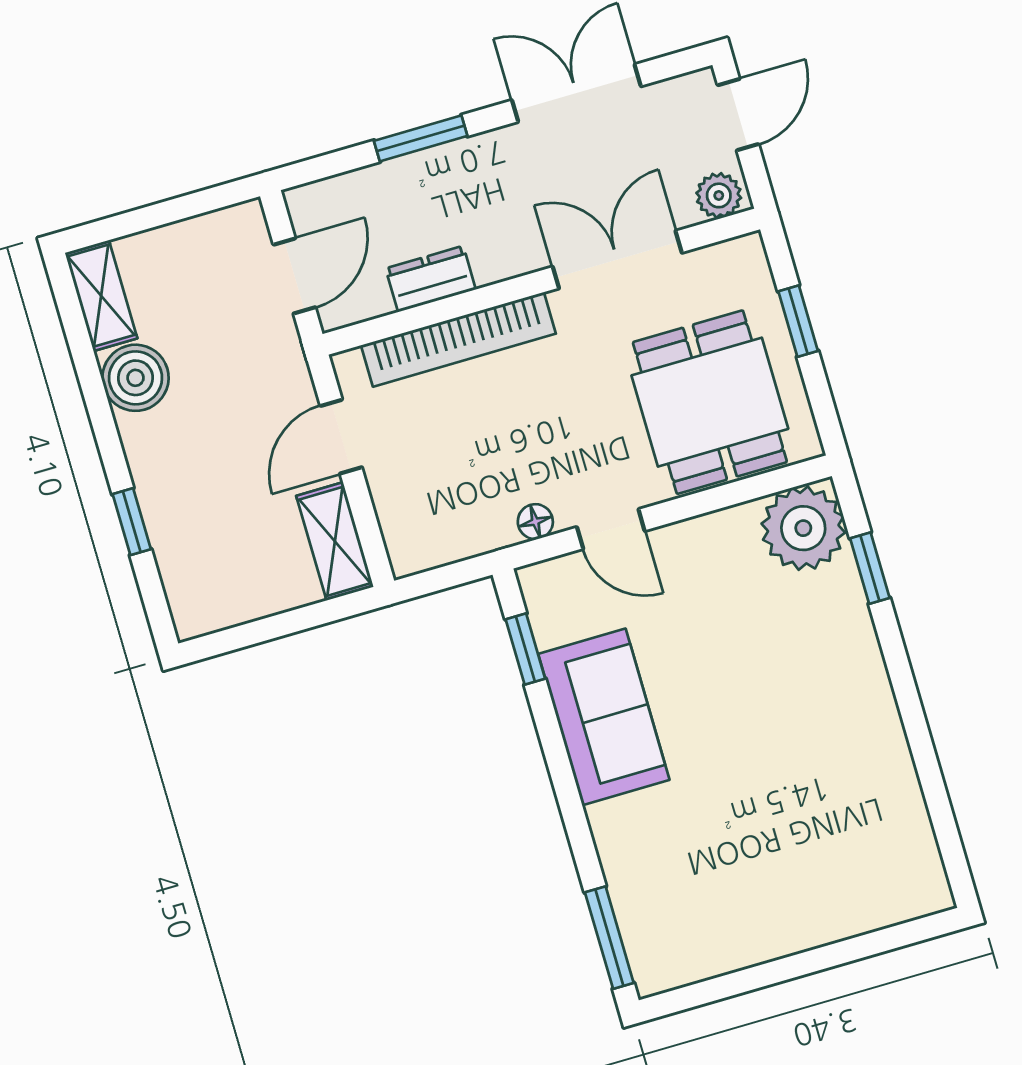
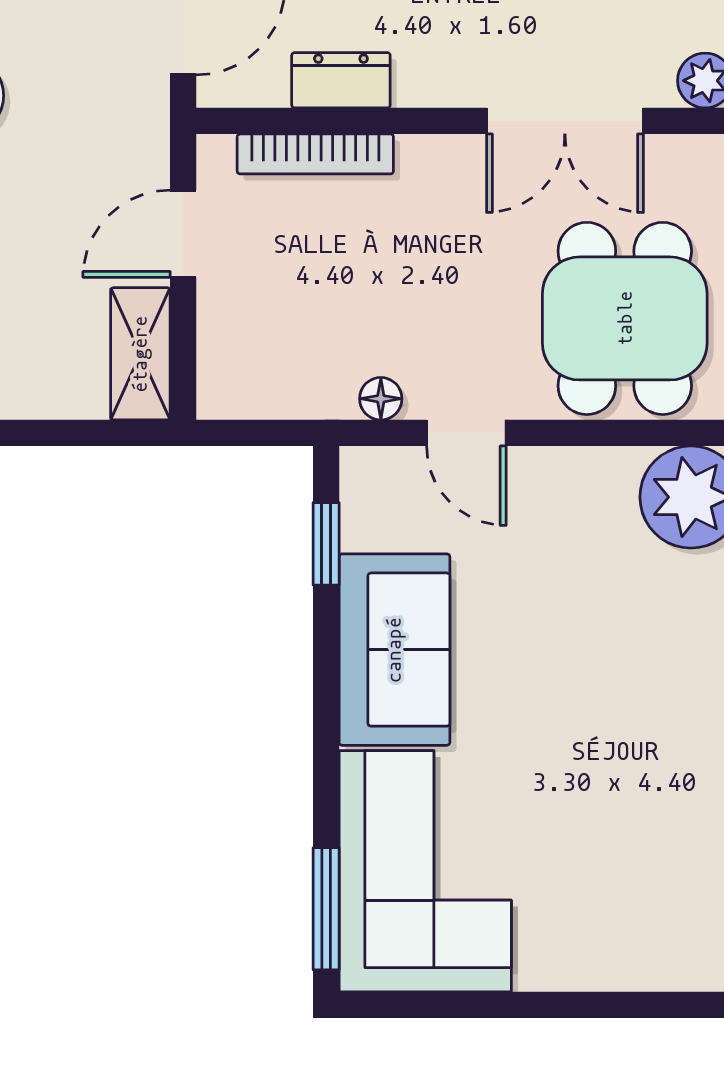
double door: (617, 260) -> (565, 121), swing flipped
bookcase: (458, 339) -> (315, 154), width x0.68, depth x0.76
corner sofa: (679, 885) -> (425, 871), added

